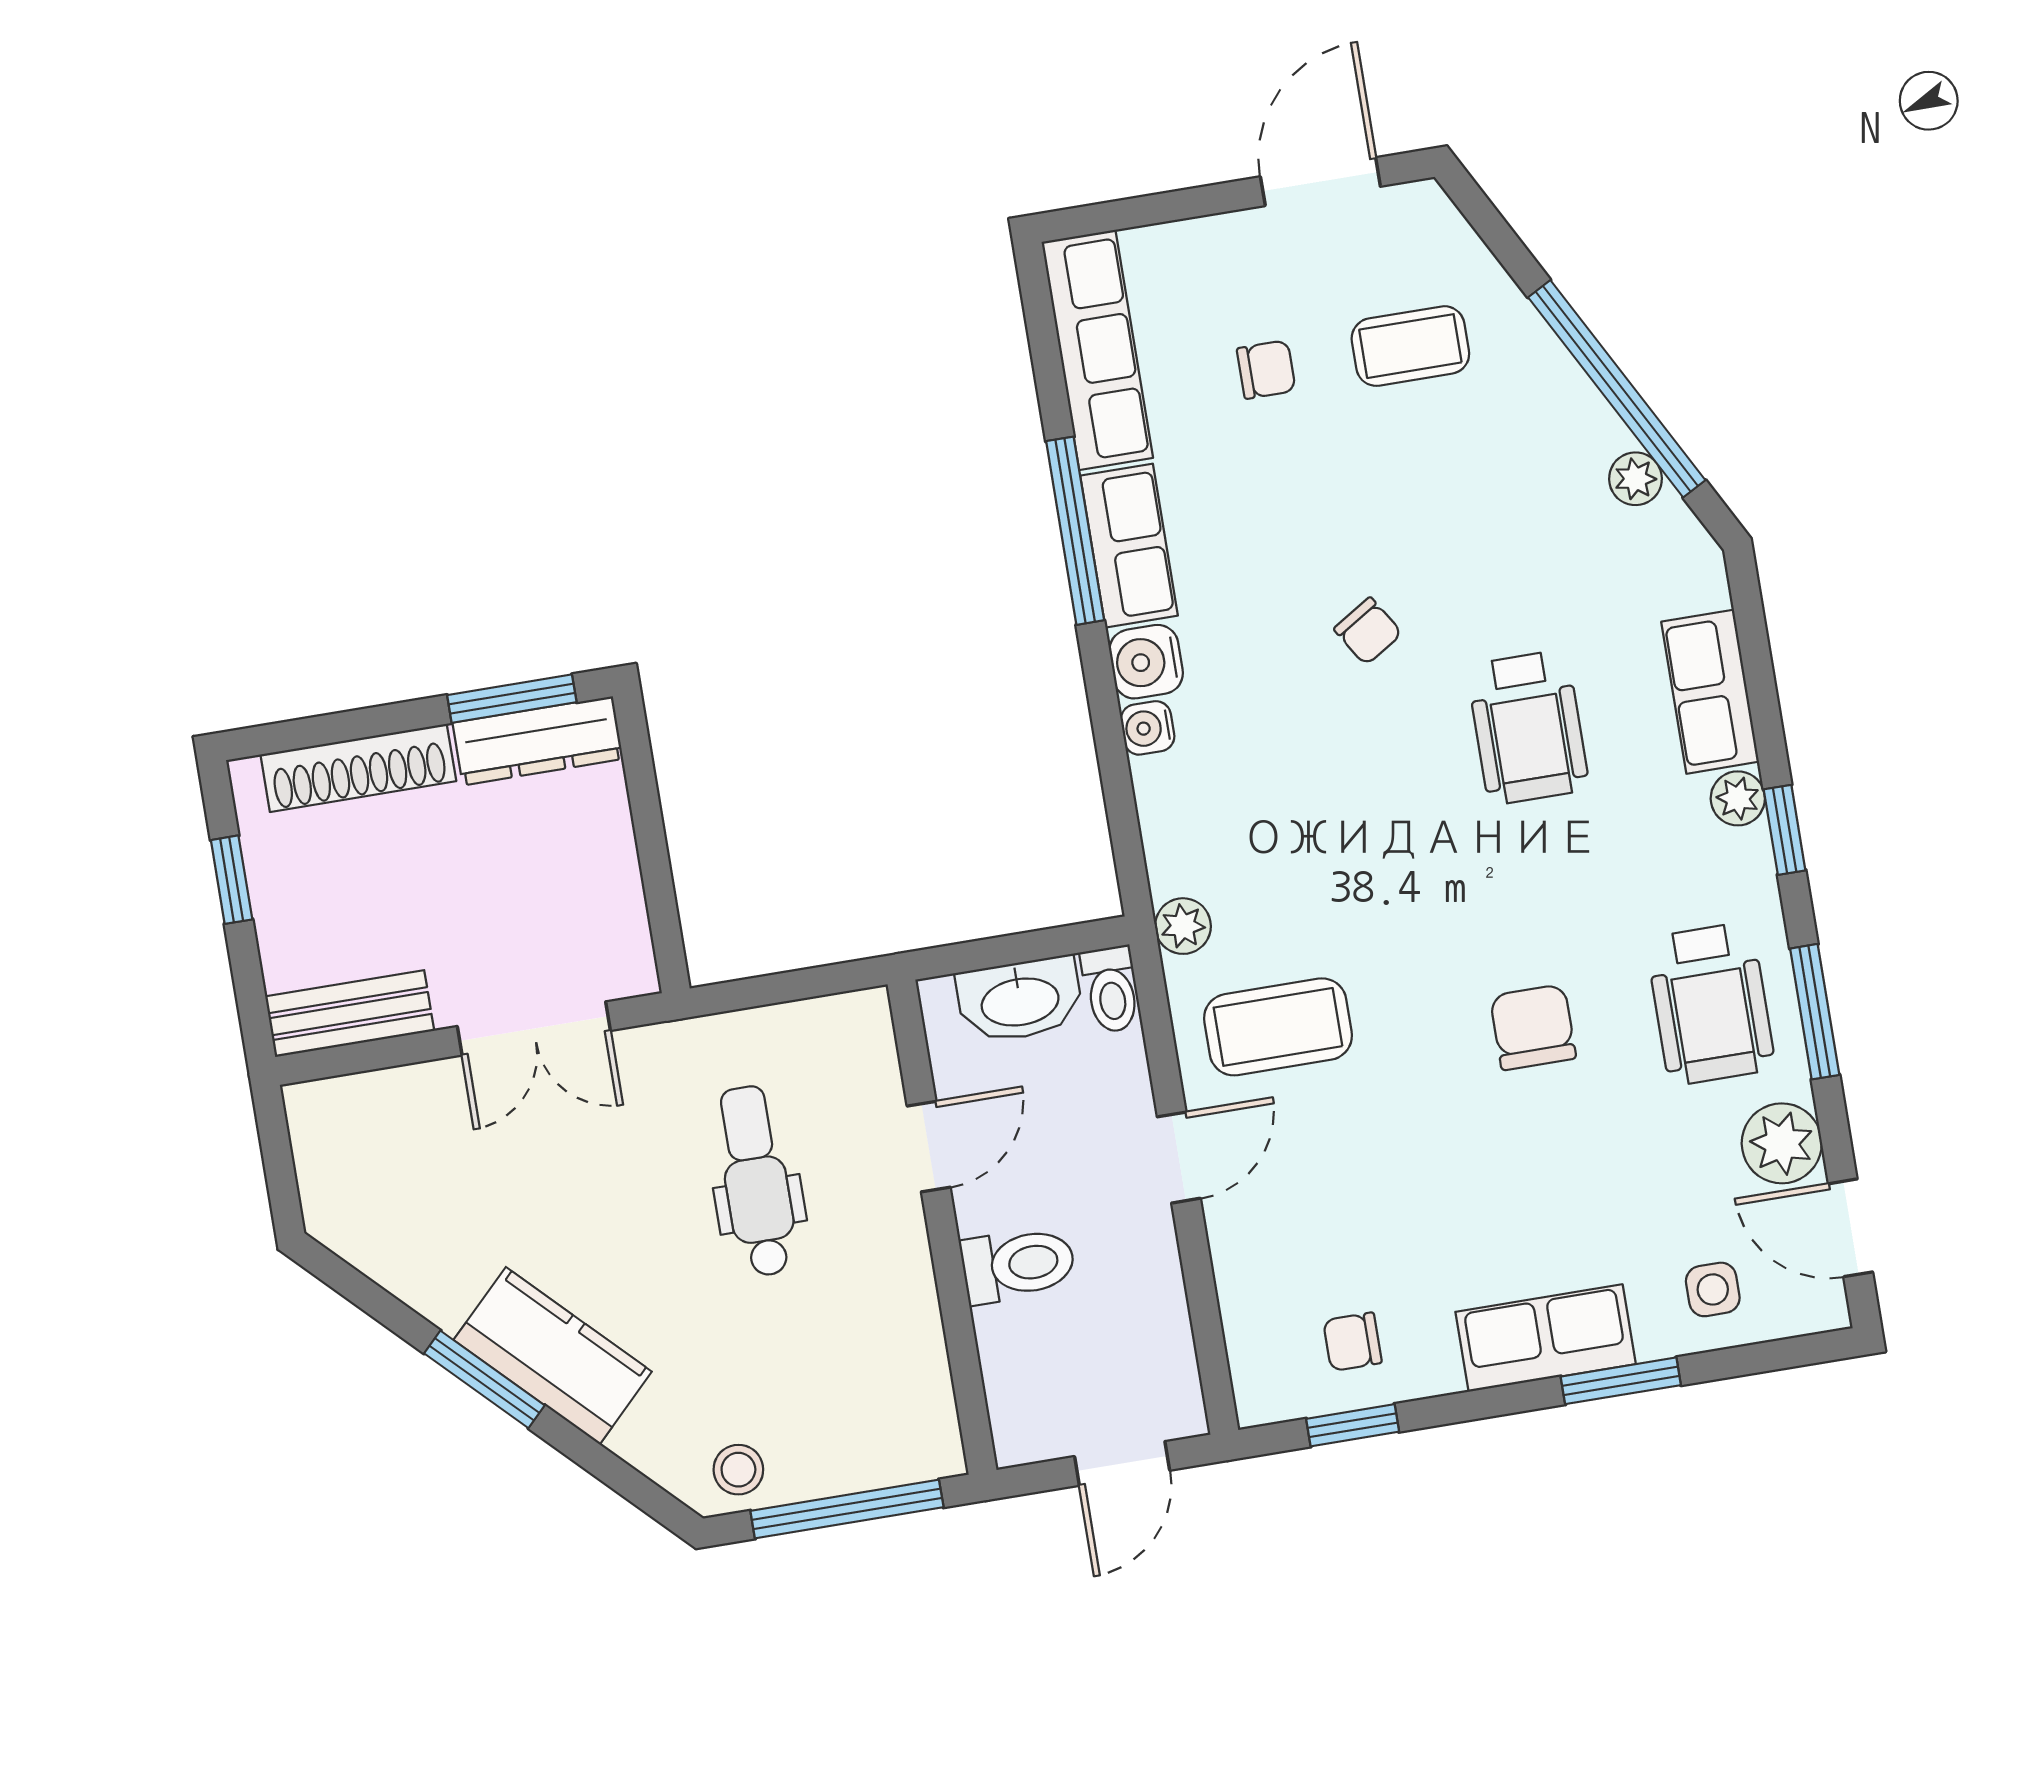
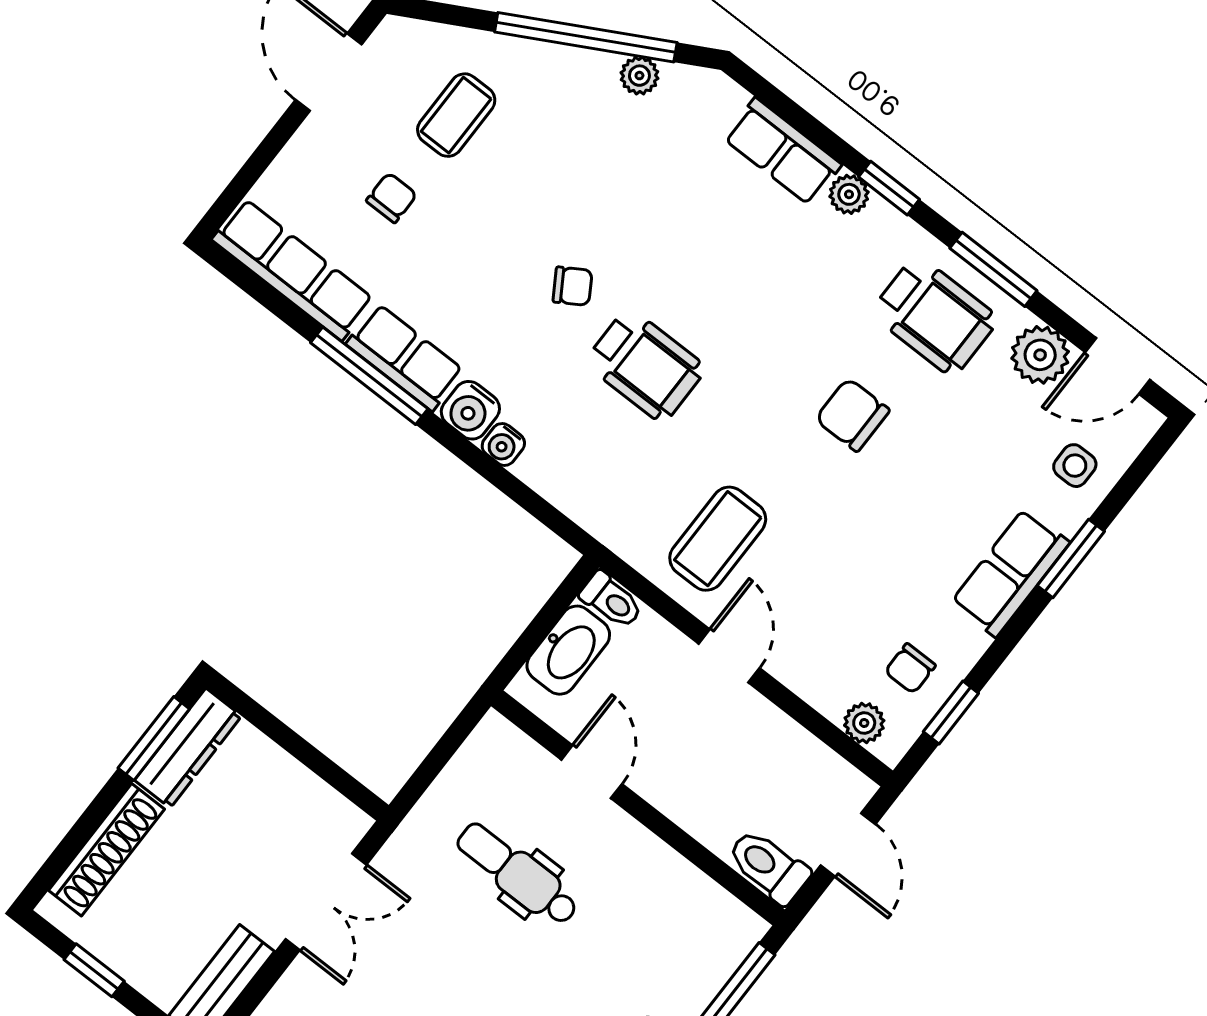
wheelchair: (1528, 727) -> (645, 365), moved
plant: (1183, 926) -> (864, 723), moved
toilet: (1018, 1265) -> (768, 866), moved, turned -90

